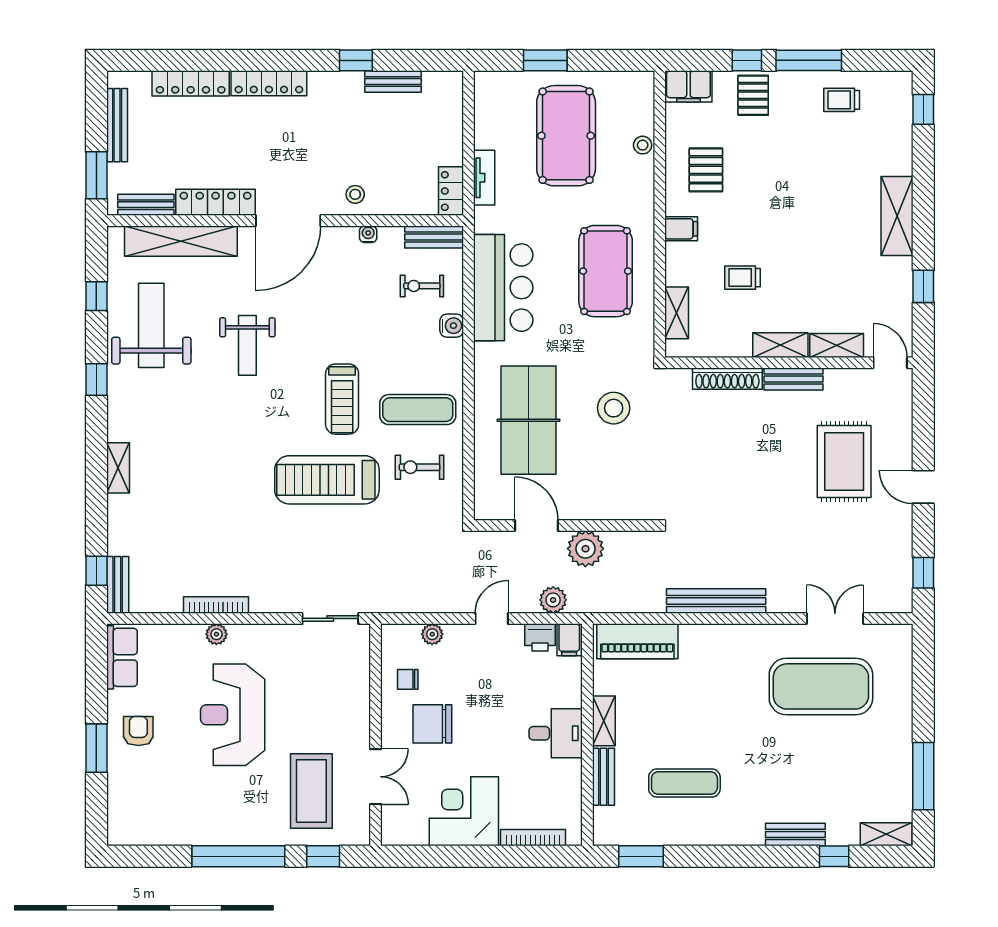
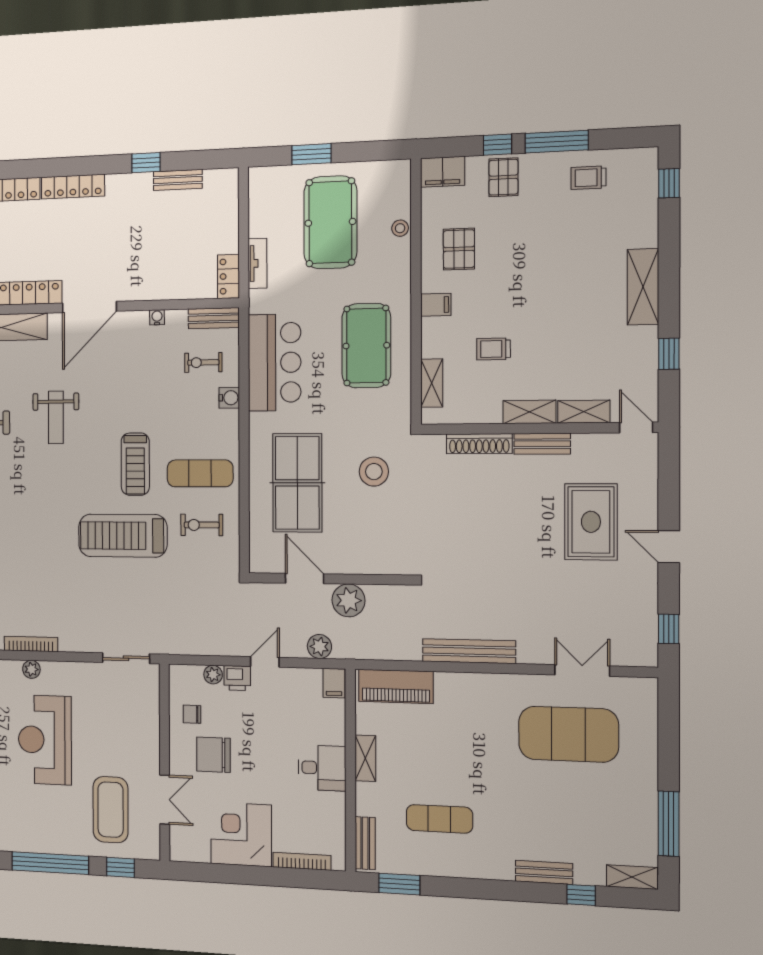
stool: (355, 194) -> (146, 282), removed
printer: (540, 637) -> (237, 678), moved
bench: (603, 777) -> (365, 843), moved

